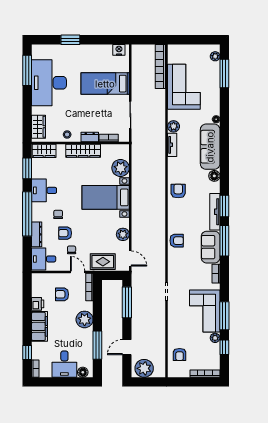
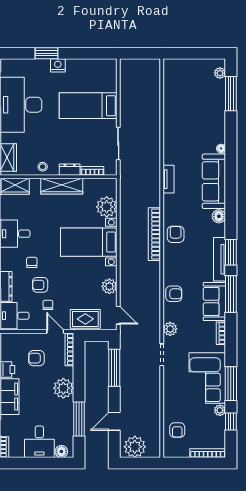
nightstand: (119, 50) -> (58, 65), moved
bookcase: (160, 66) -> (154, 234), moved
corner sofa: (184, 87) -> (182, 110), removed
plant: (174, 126) -> (170, 329), moved

